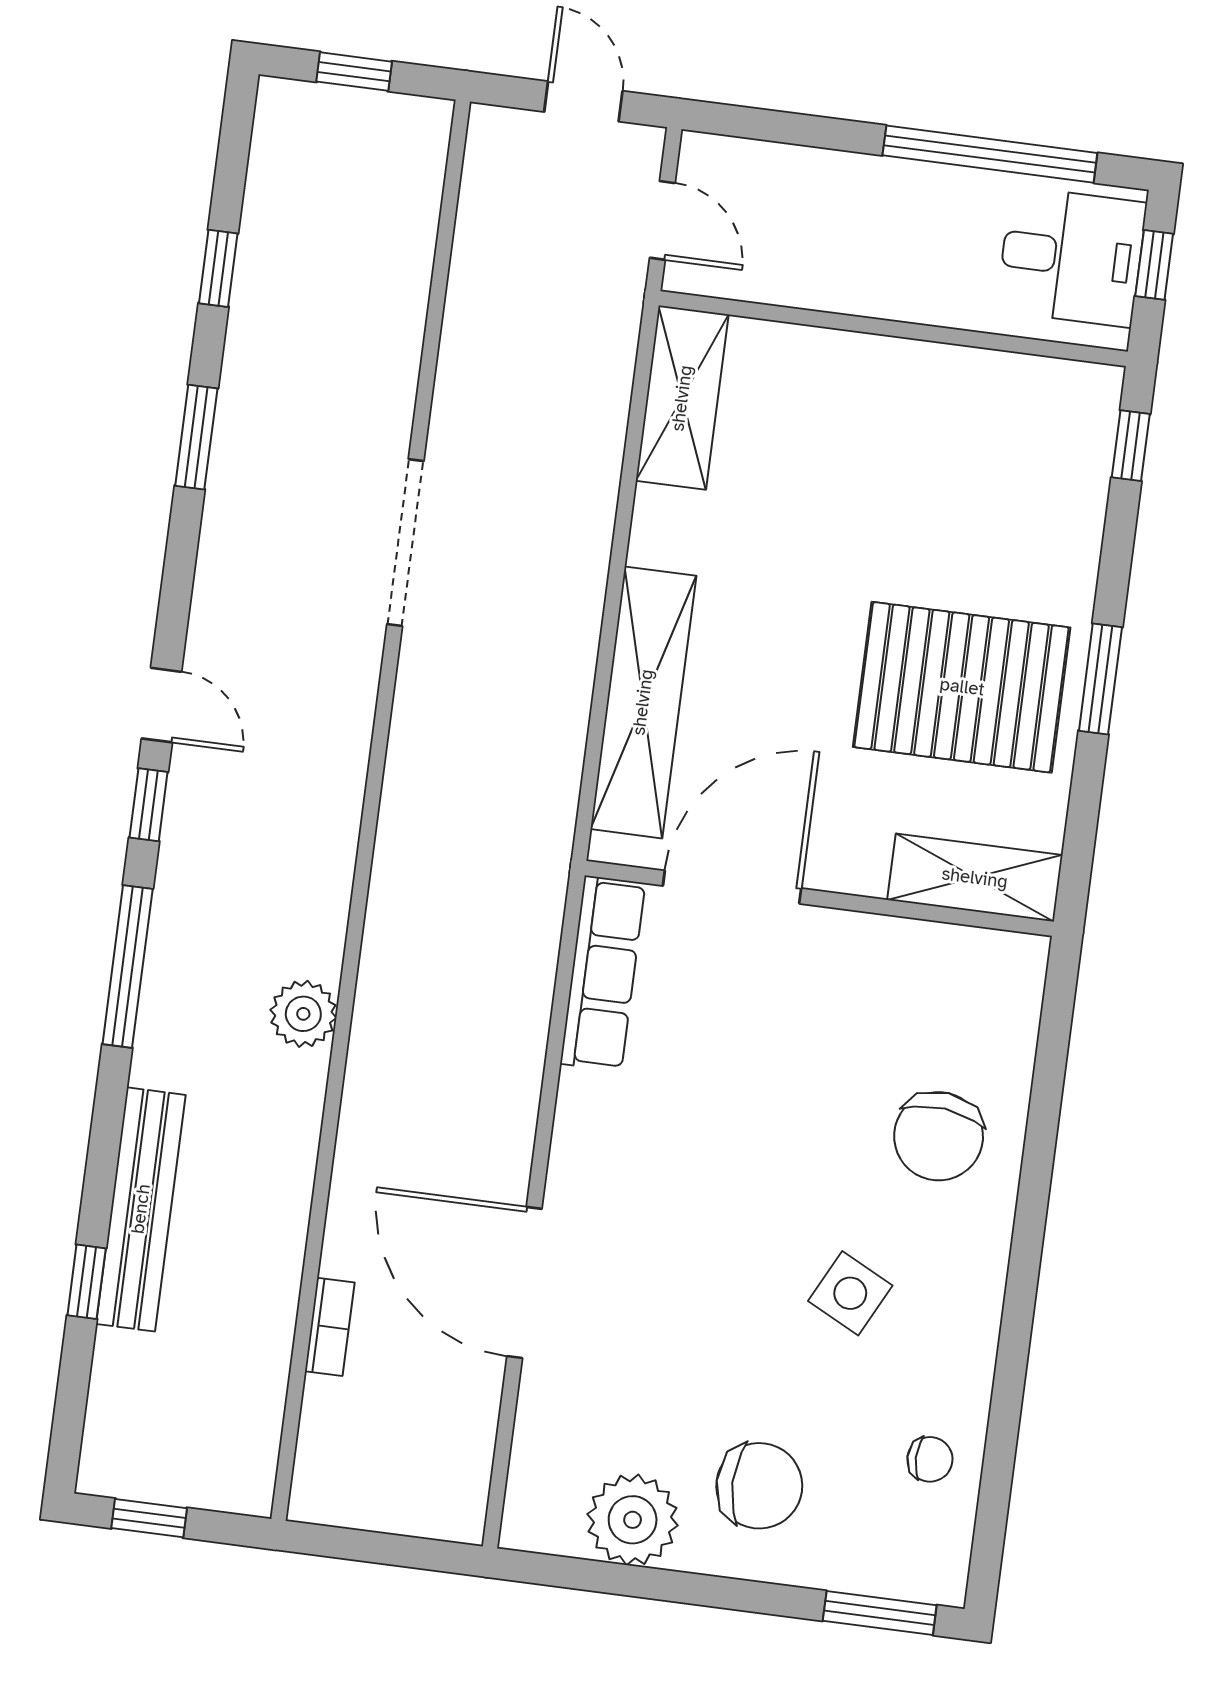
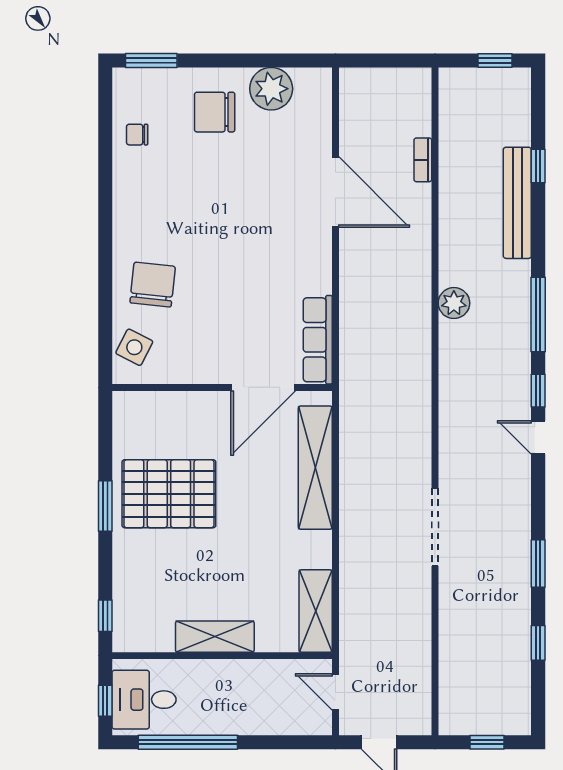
shelving: (975, 878) -> (215, 637), moved
side table: (850, 1293) -> (134, 347), moved

